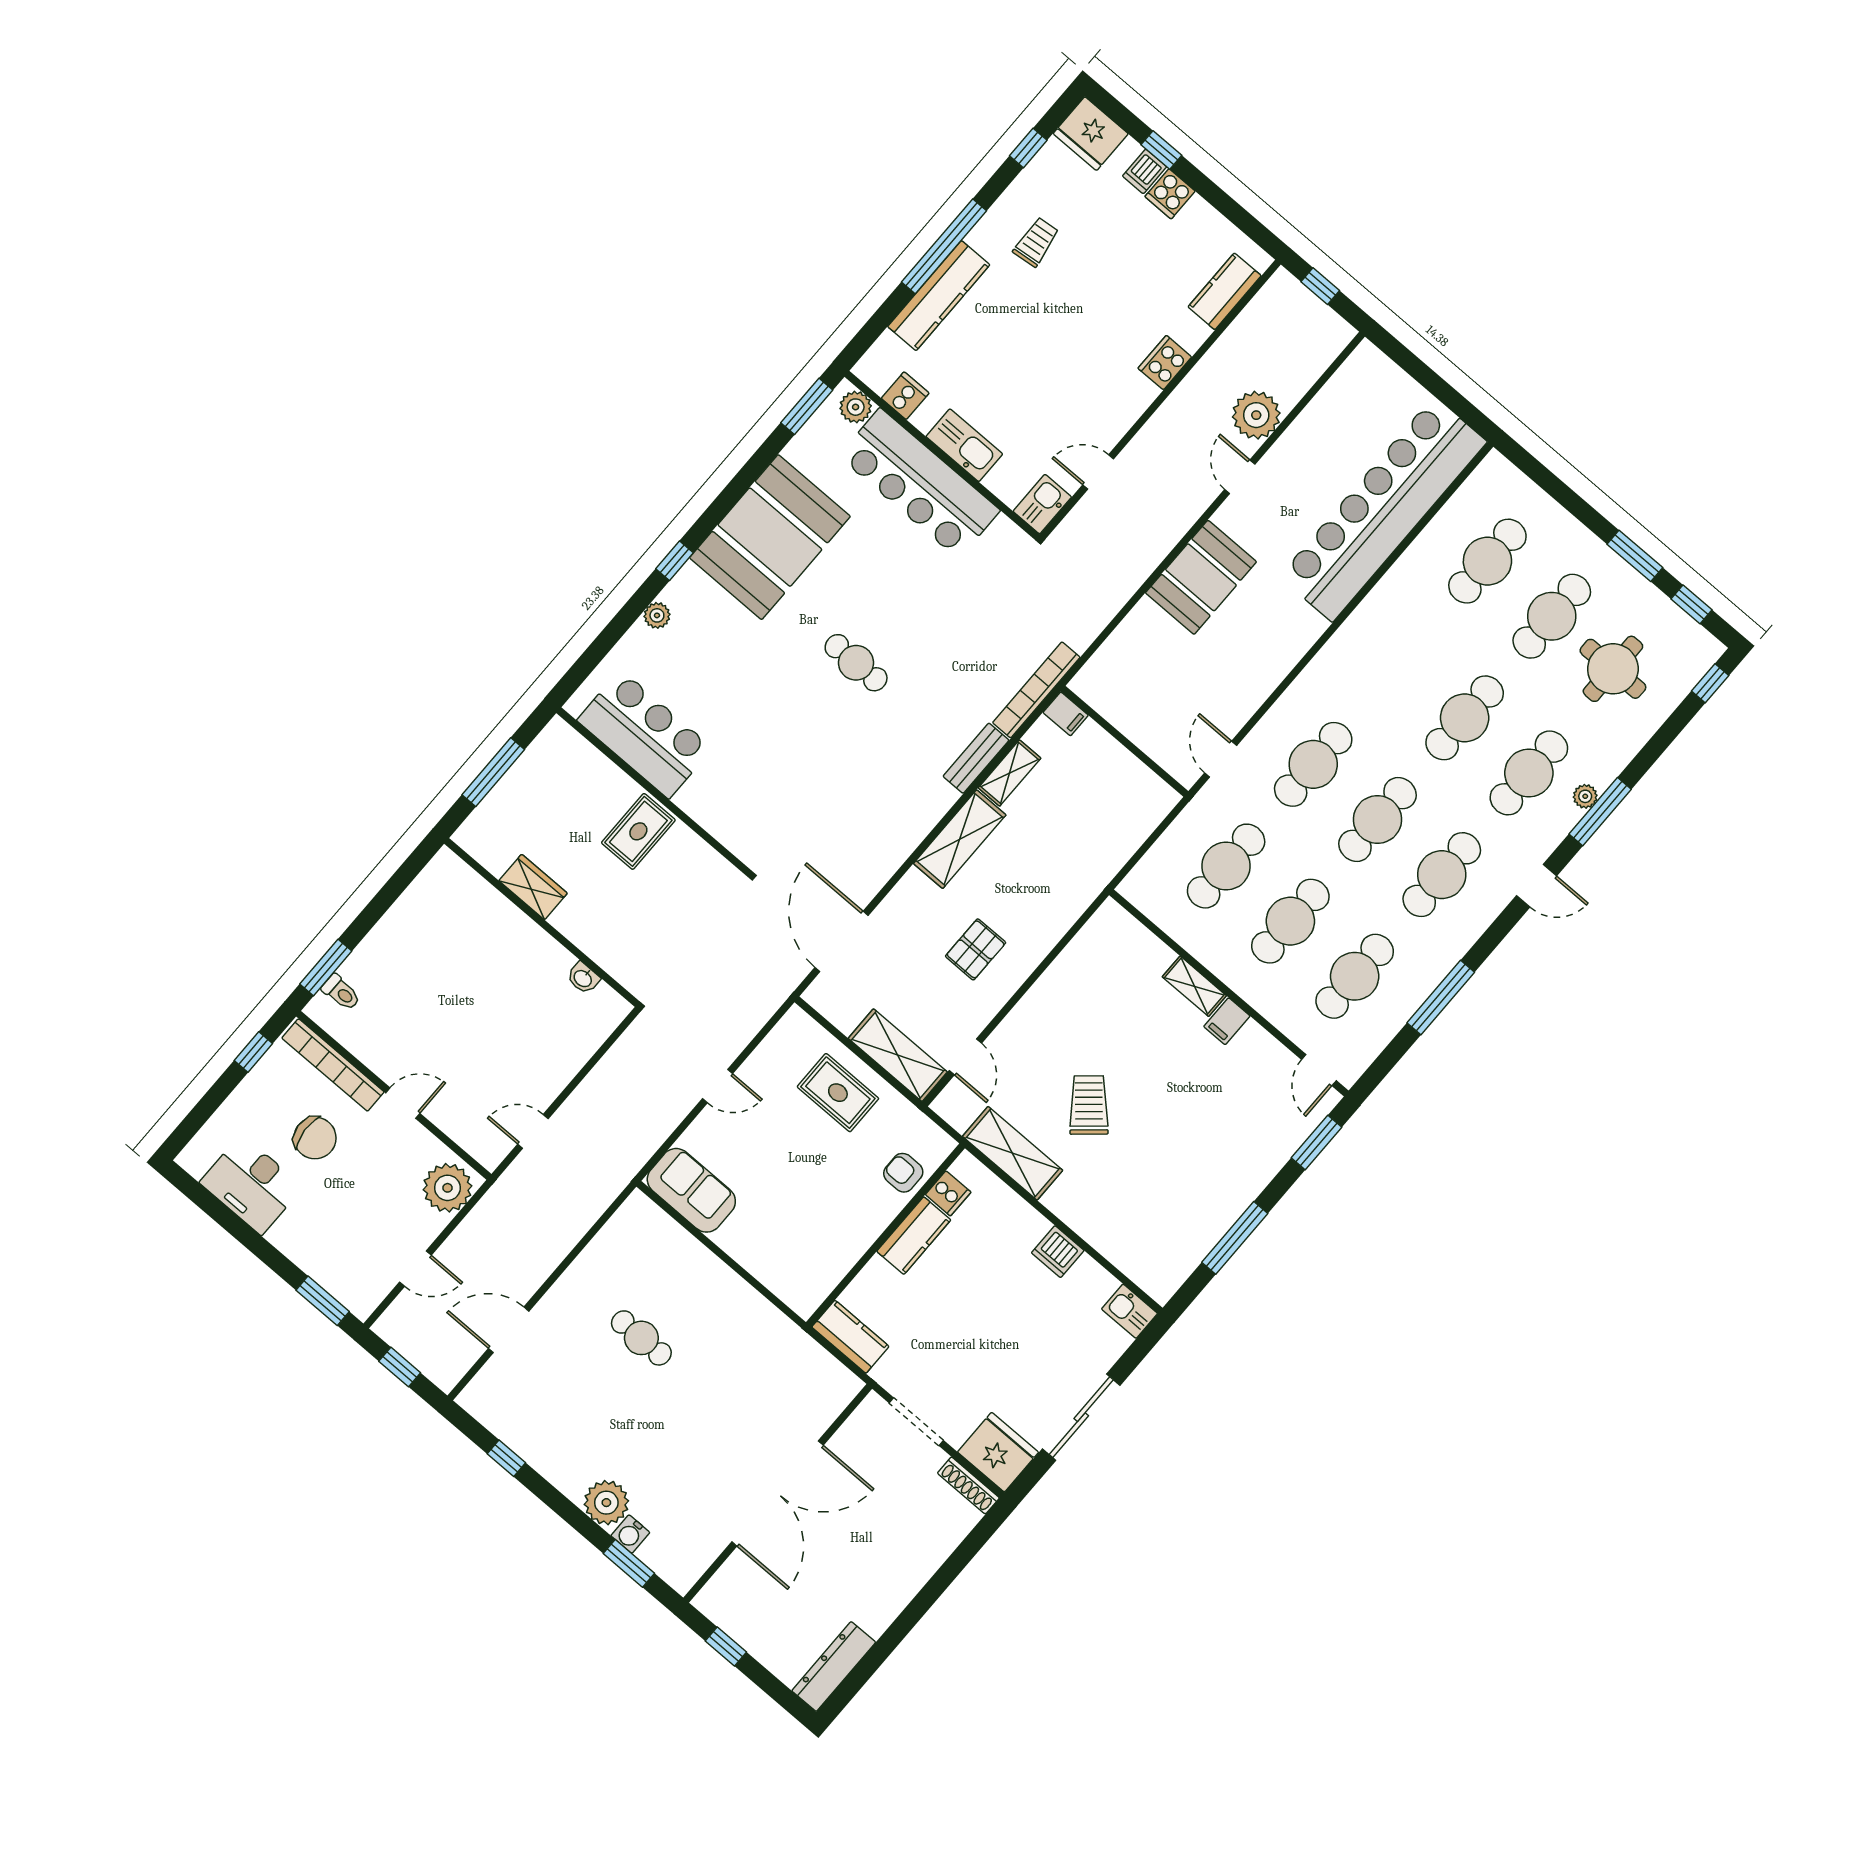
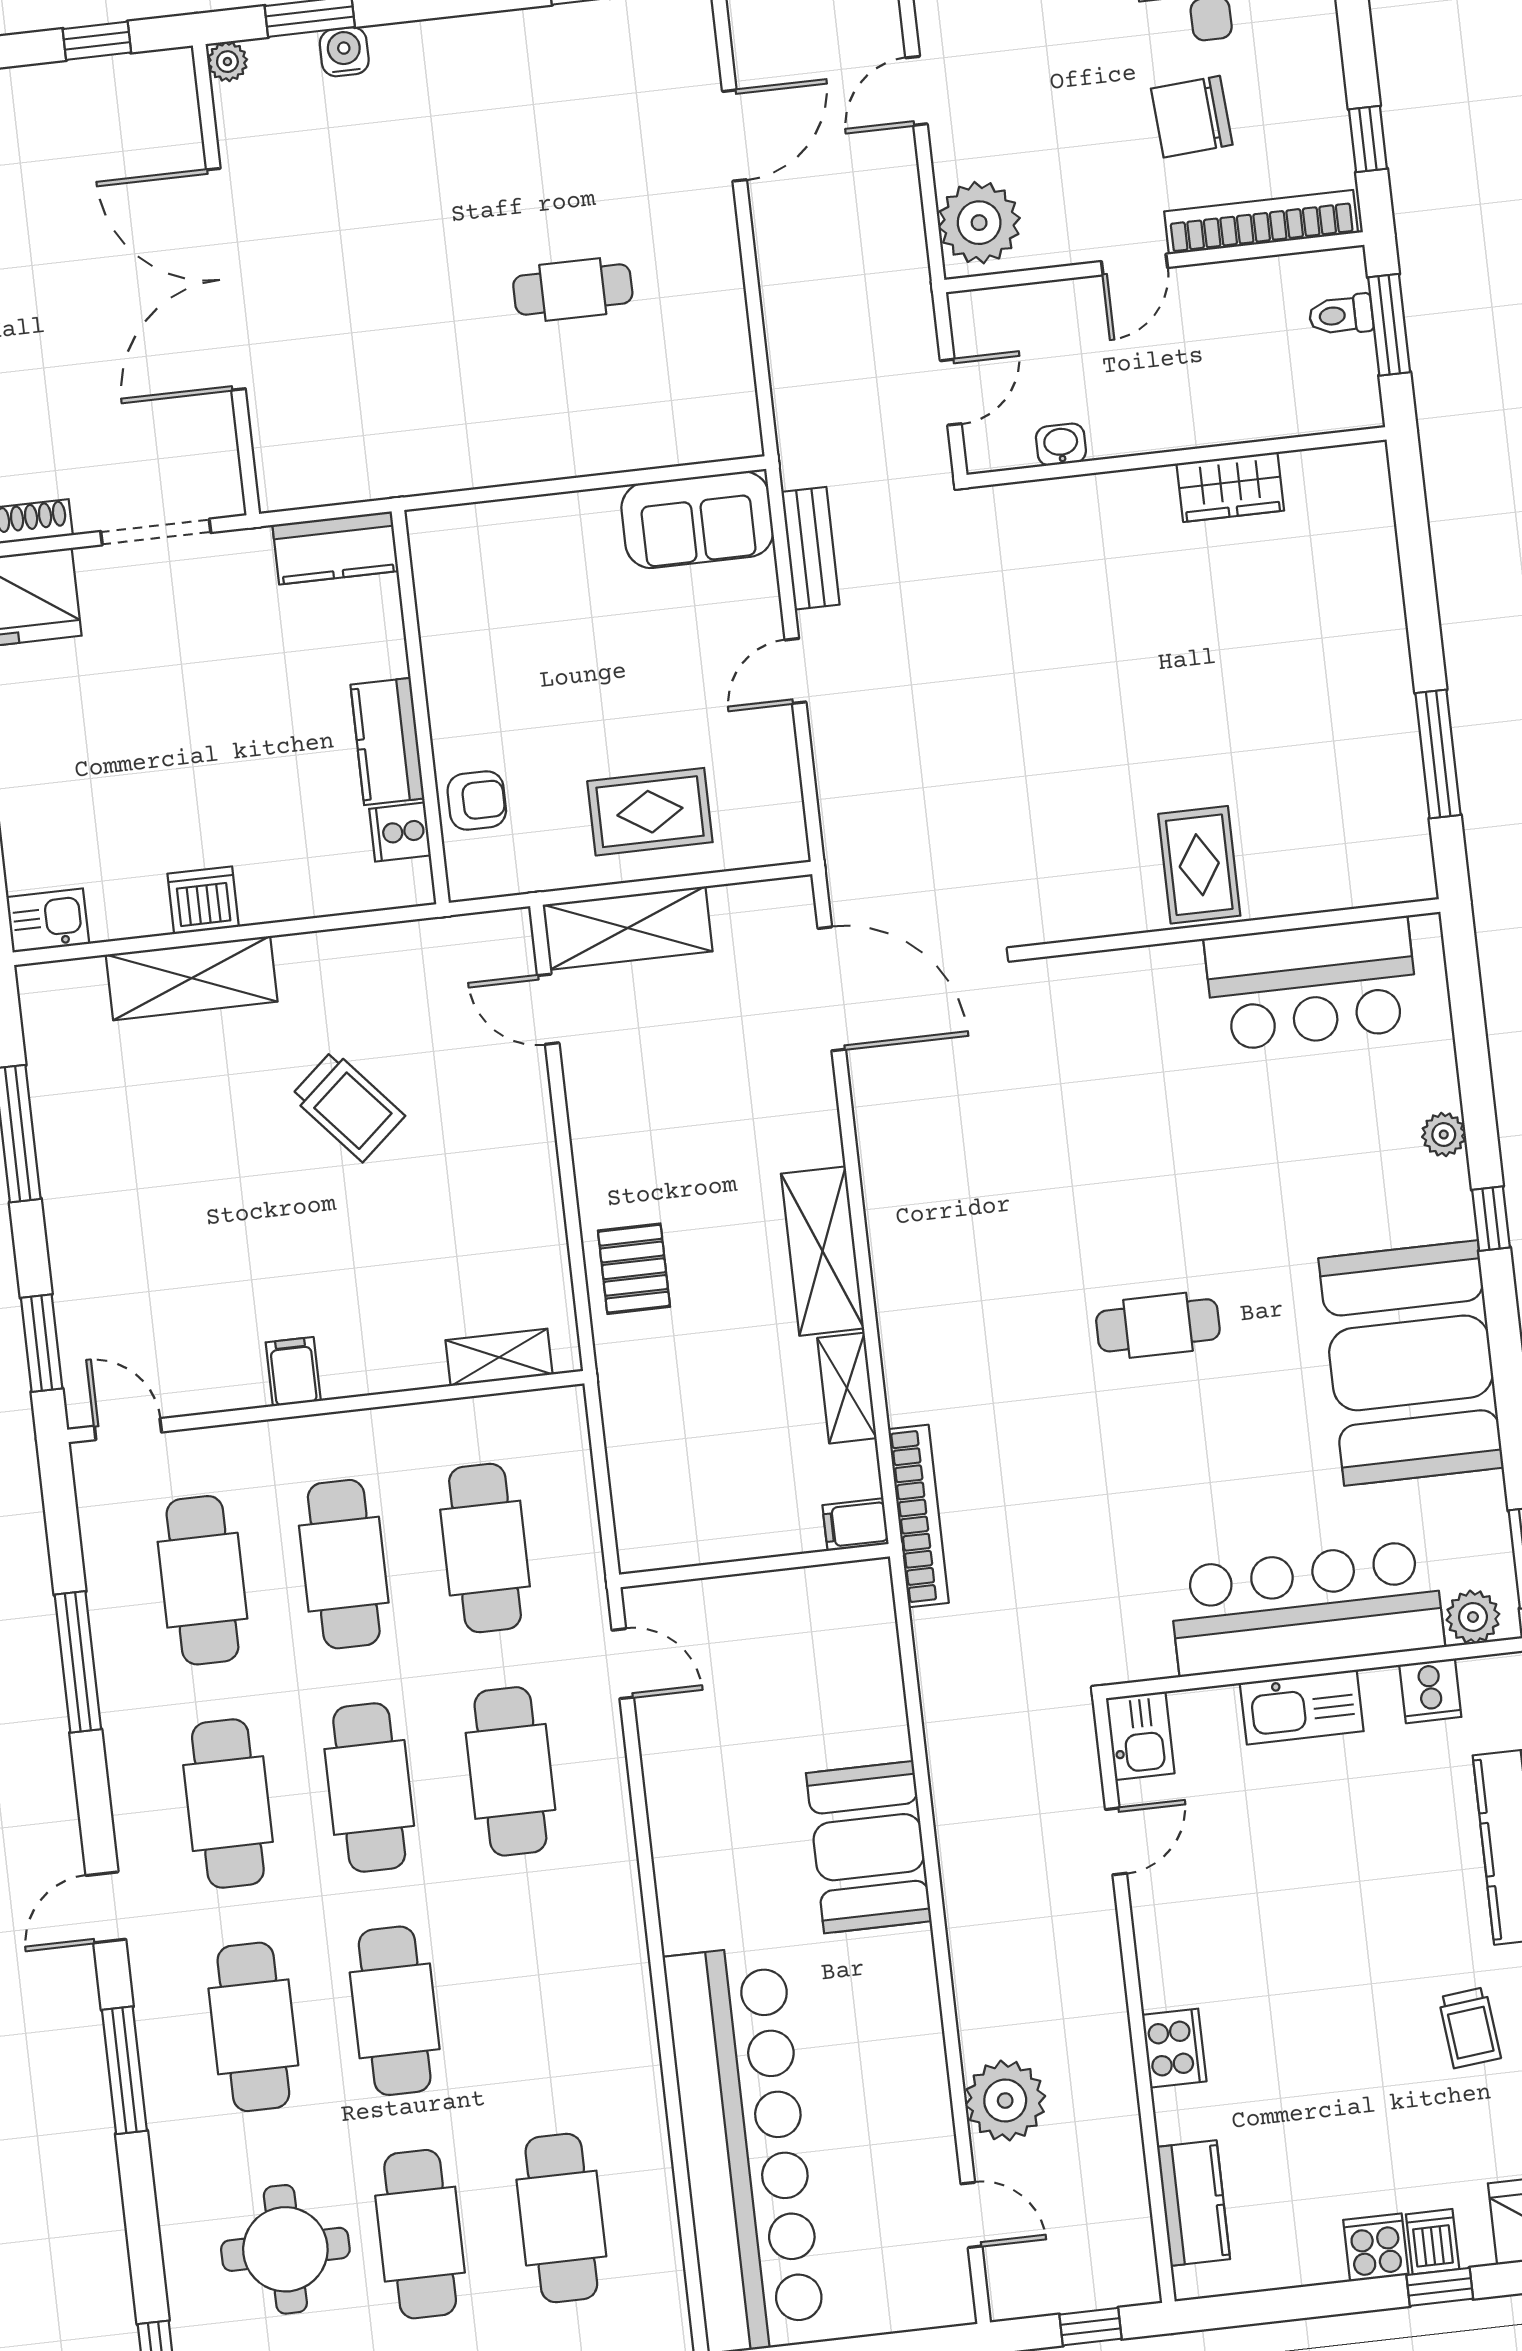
door: (1240, 477) -> (971, 2215), moved
bench: (976, 758) -> (811, 548), moved
plant: (1585, 796) -> (160, 2069), removed
wardrobe: (533, 887) -> (1230, 487), moved
wall: (542, 922) -> (1177, 457), moved
pallet: (976, 949) -> (634, 1269), moved
washbasin: (583, 978) -> (1061, 444), moved
shelving: (1194, 986) -> (499, 1357), moved
shelving: (1013, 1153) -> (192, 978), moved
plant: (606, 1503) -> (227, 62), moved, width x0.53, depth x0.53

